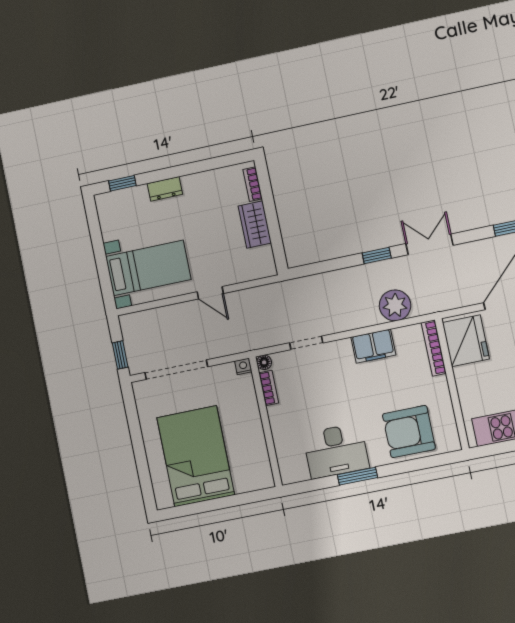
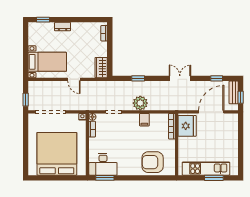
wardrobe: (255, 224) -> (101, 68), moved
window: (377, 256) -> (138, 78), moved
plant: (395, 305) -> (140, 103), moved
filing cabinet: (373, 346) -> (144, 120), width x0.50
desk: (336, 451) -> (103, 164), moved
bed: (196, 456) -> (57, 154), width x1.36
window: (357, 476) -> (105, 178), moved

